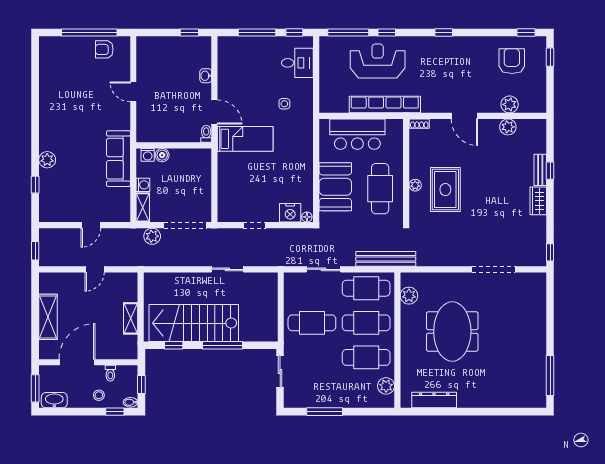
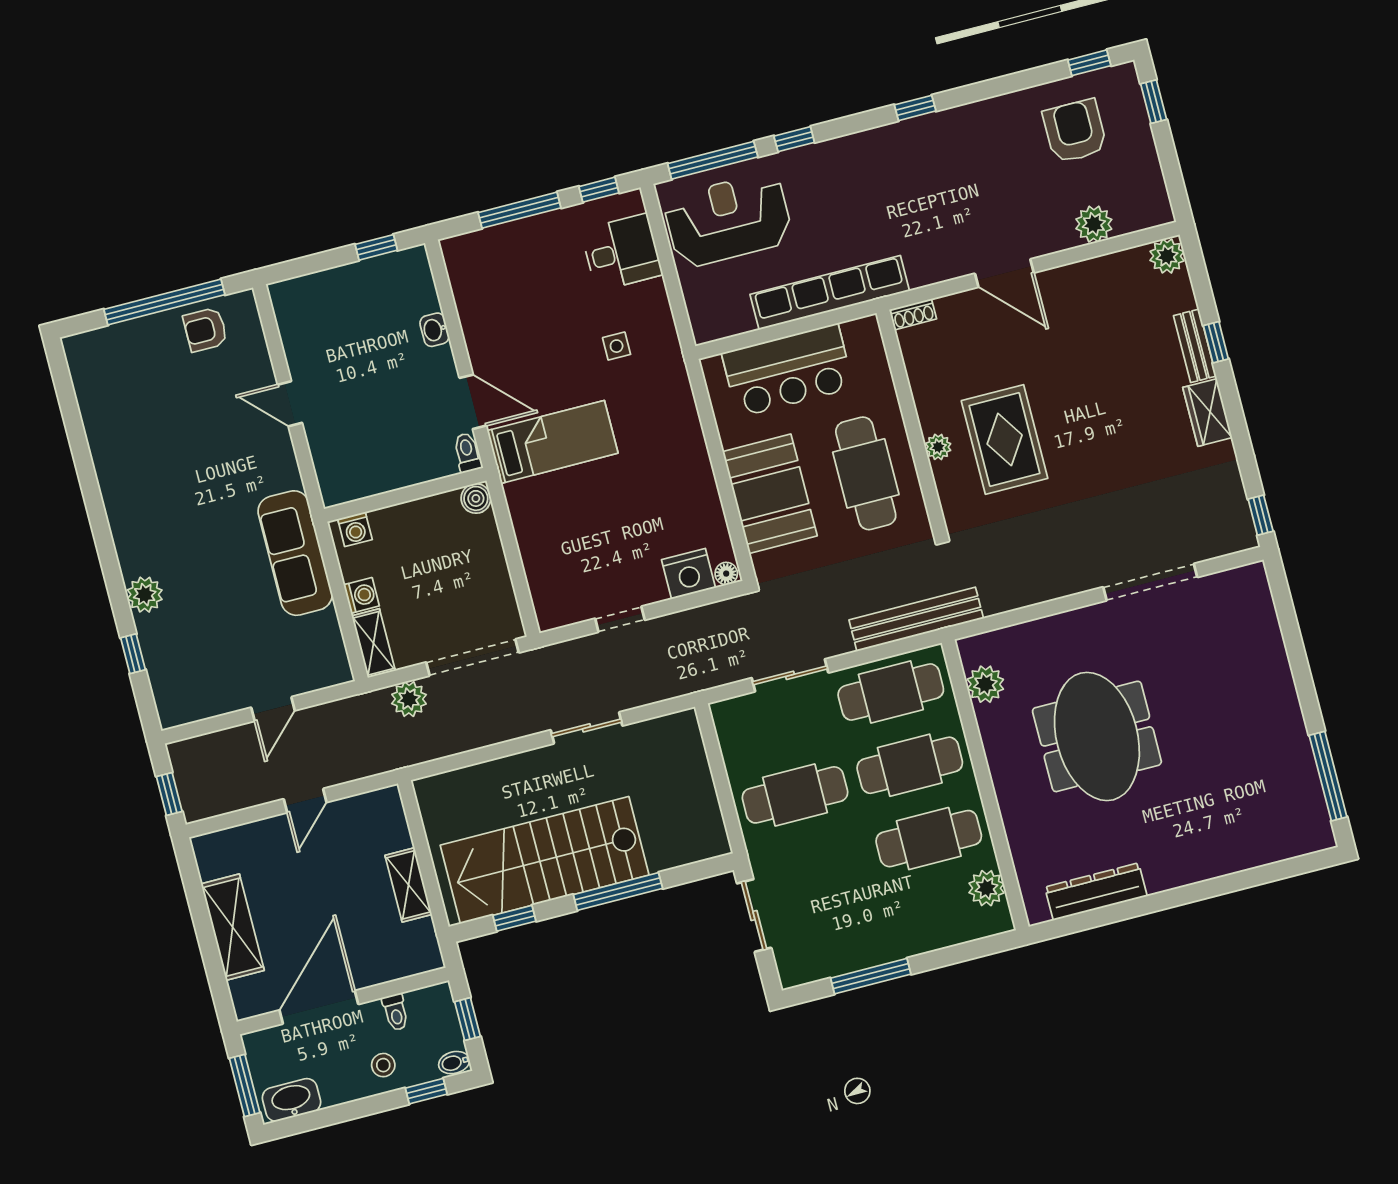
reception desk: (378, 61) -> (728, 220), moved
plant: (508, 127) -> (1167, 256), moved
boiler: (162, 155) -> (476, 498), moved

